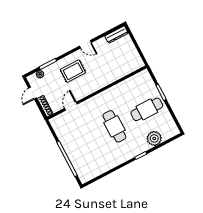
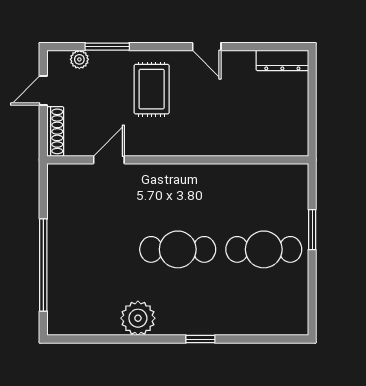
rug: (73, 71) -> (152, 89), turned 90
cafe table: (114, 126) -> (178, 249), turned 90
plant: (154, 138) -> (138, 318), moved

